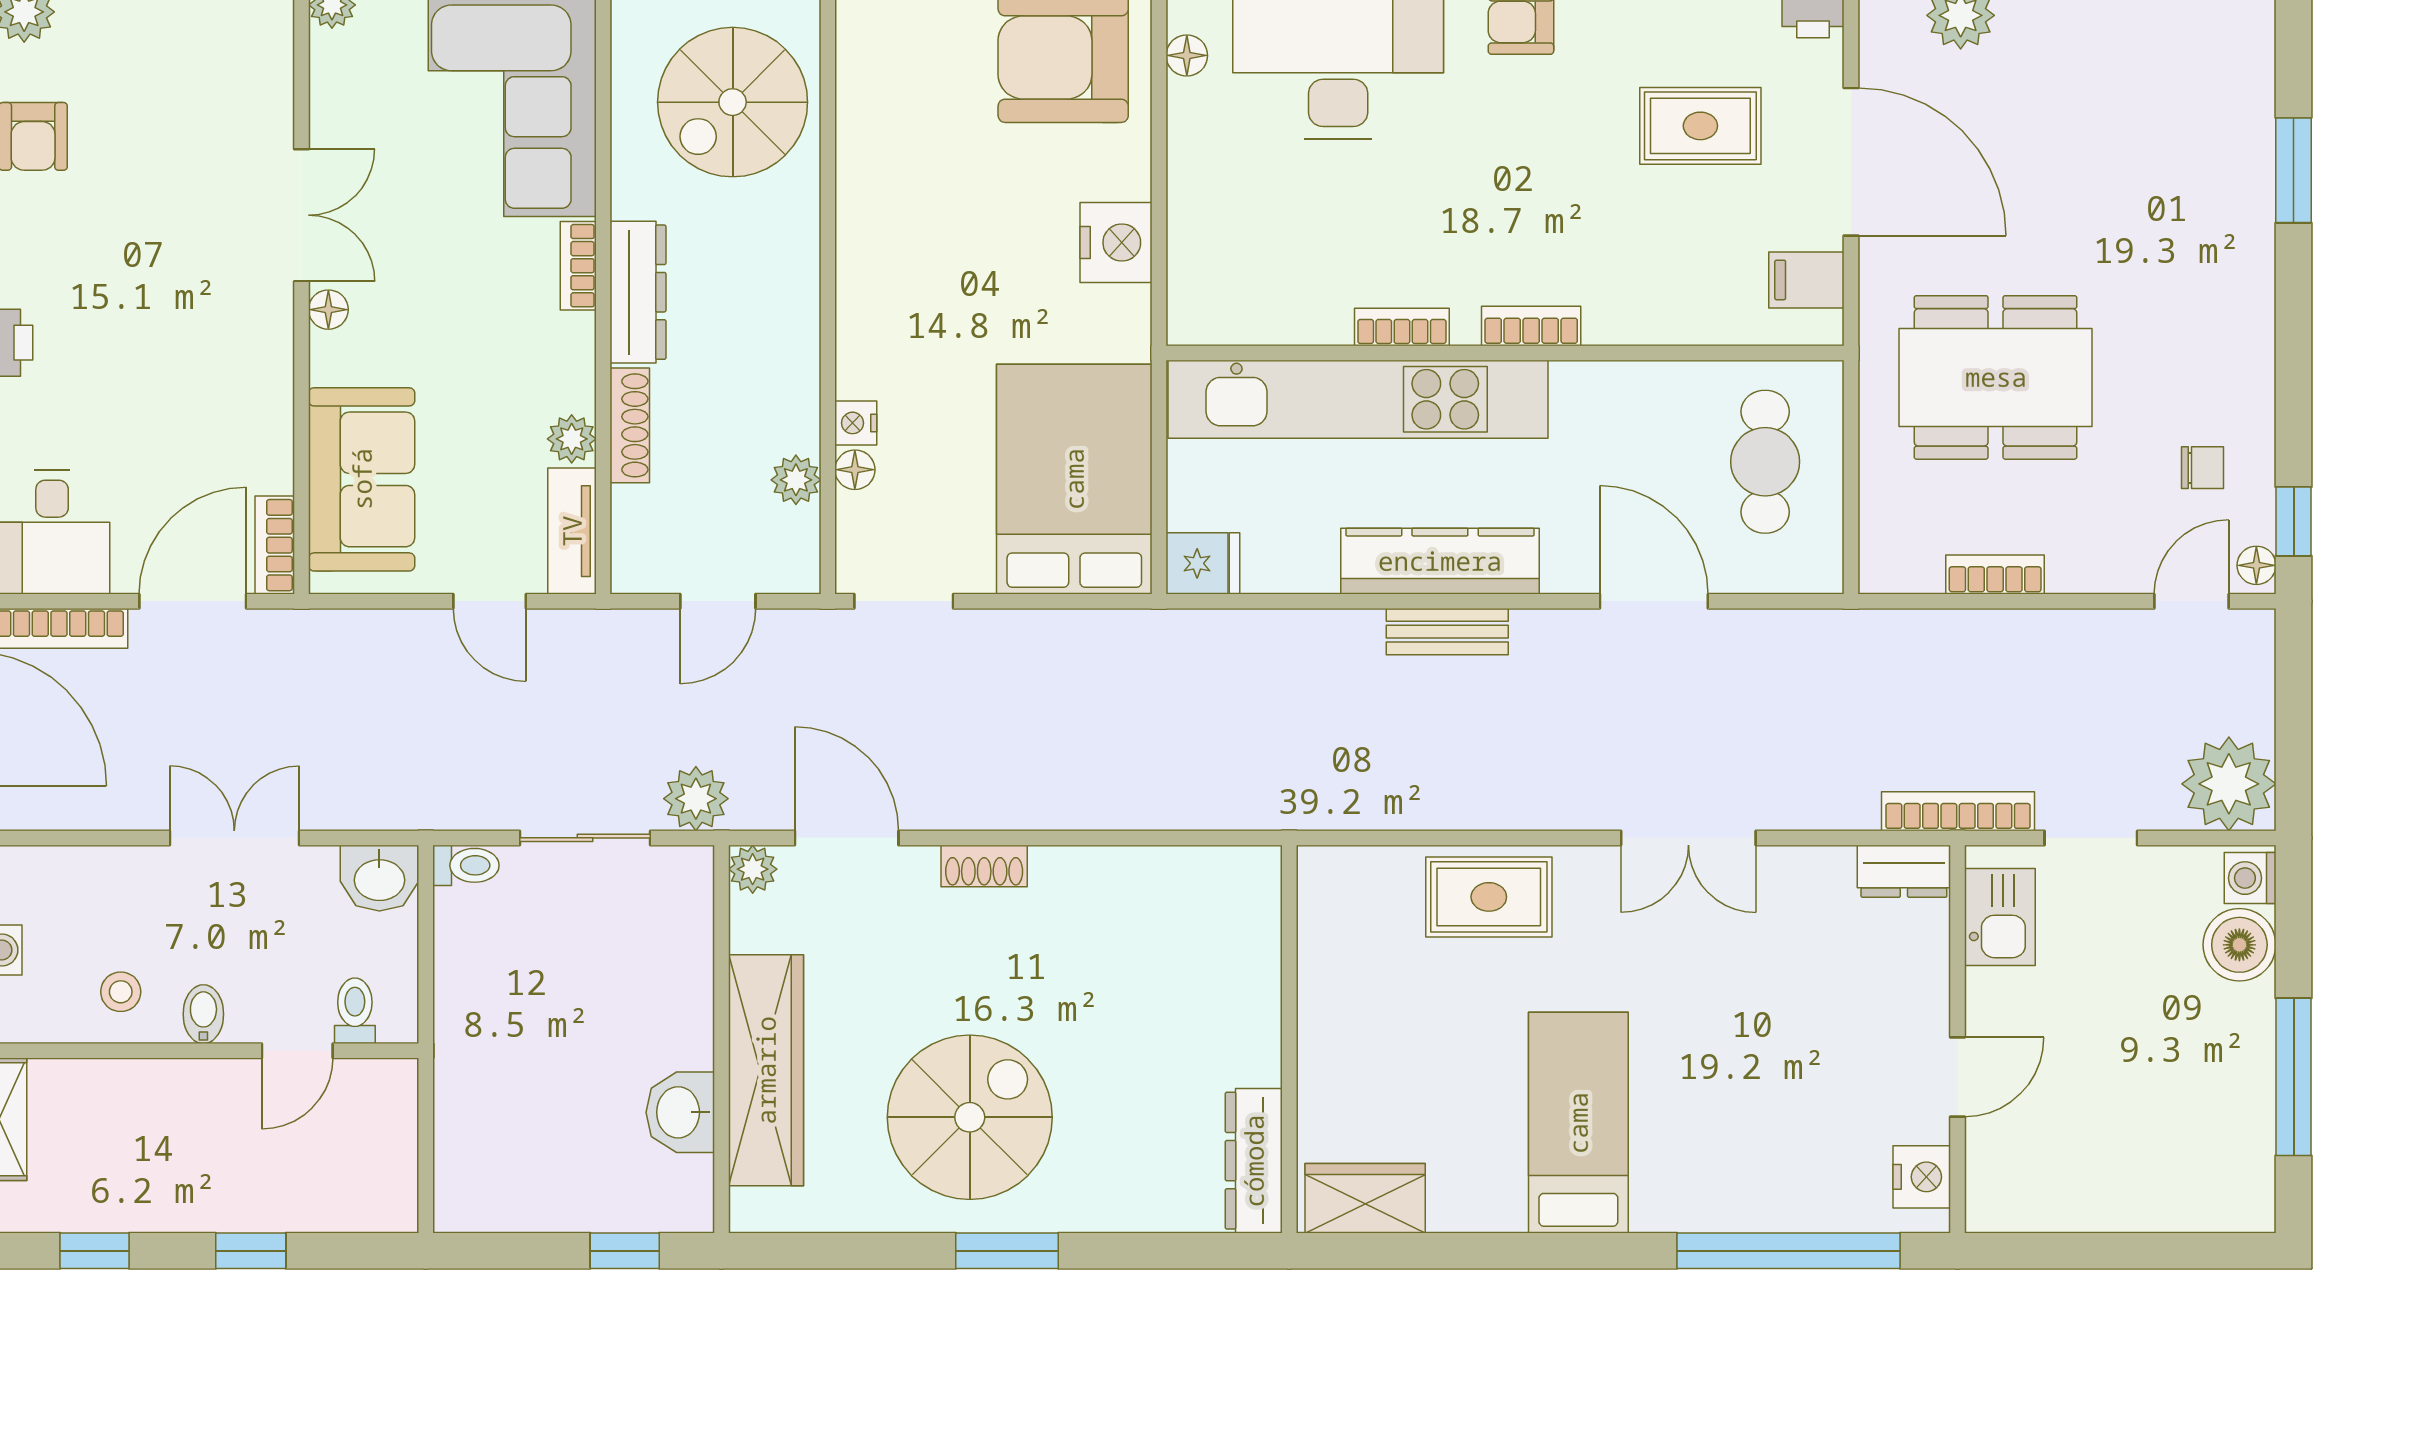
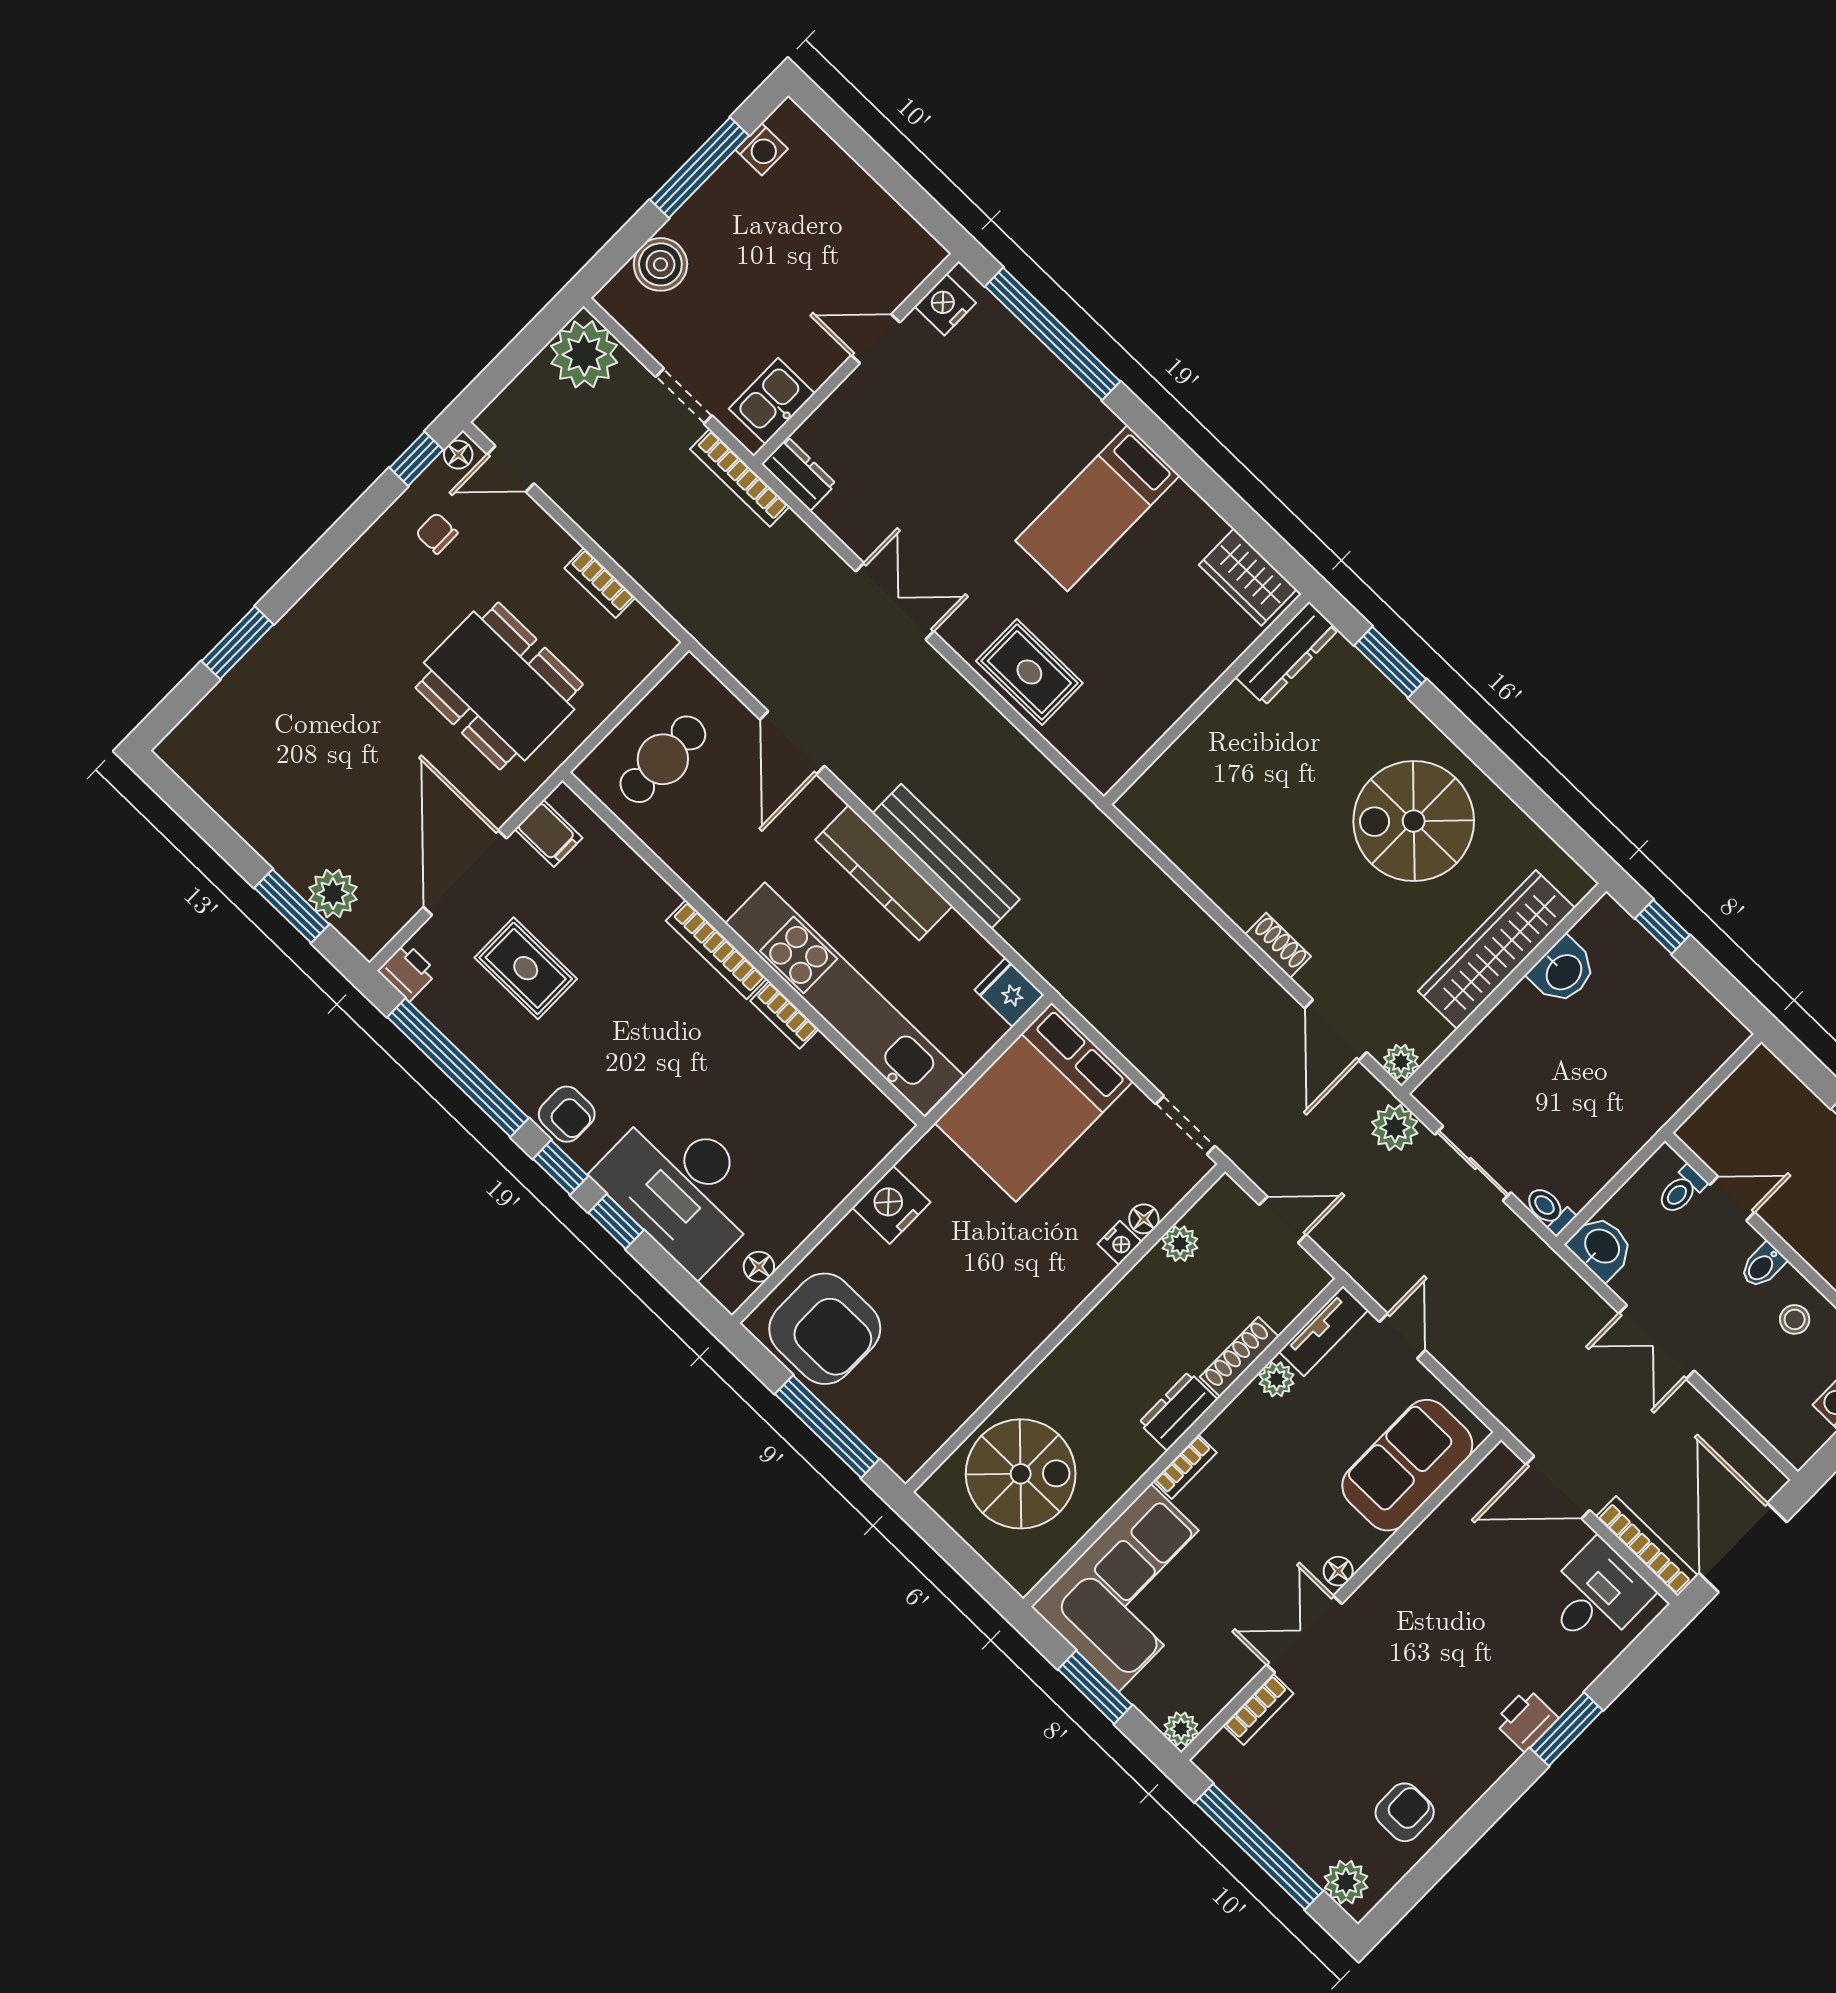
dresser: (638, 292) -> (1178, 1411), width x0.70
bookcase: (1531, 326) -> (716, 950), width x1.56
bookcase: (275, 545) -> (1258, 1709), moved
bench: (1447, 632) -> (946, 856), width x1.86, depth x1.21
washing machine: (2250, 878) -> (762, 149), moved
window: (1007, 1251) -> (1390, 662), moved

